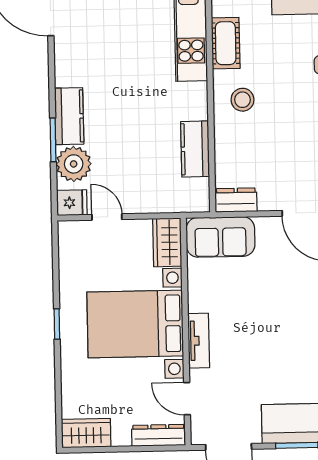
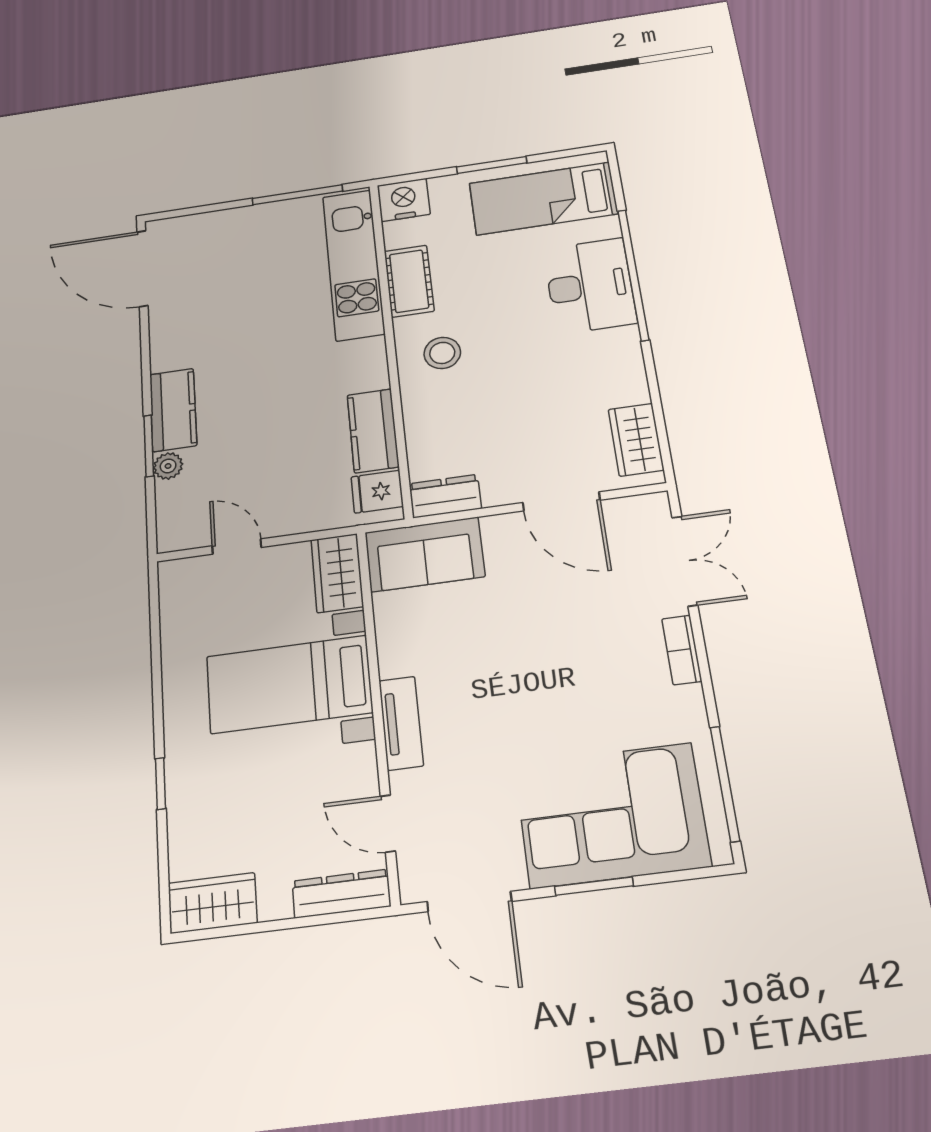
plant: (74, 164) -> (168, 466), width x0.53, depth x0.53
fridge: (72, 203) -> (377, 492), moved, turned 180
window: (57, 324) -> (161, 783), moved
bed with nightstands: (135, 324) -> (289, 684), width x0.73

